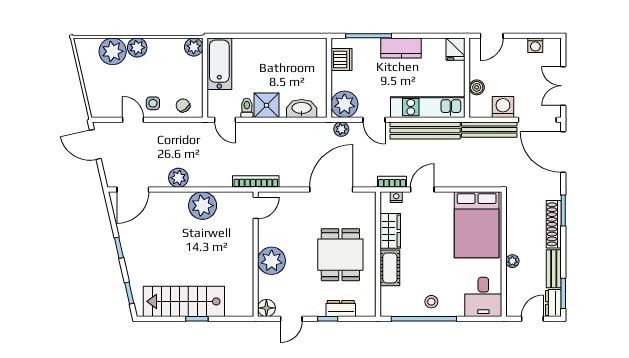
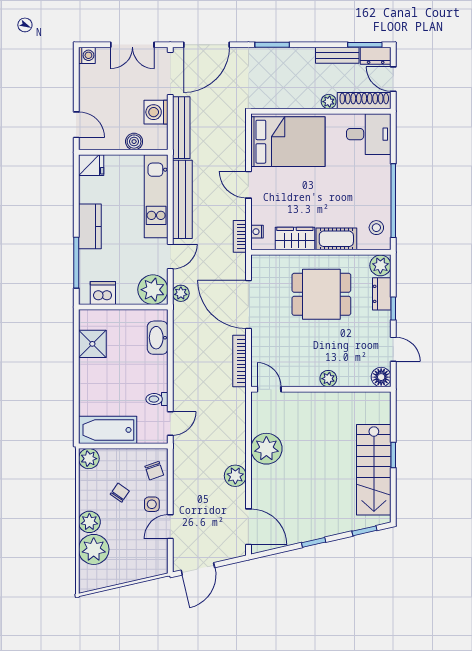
washing machine: (535, 45) -> (87, 55), moved
chair: (163, 75) -> (120, 493), added
chair: (183, 105) -> (154, 471), turned -71
shower: (267, 105) -> (92, 344), moved
bookcase: (256, 182) -> (240, 361), moved
door: (422, 190) -> (248, 185), moved
shoe rack: (554, 224) -> (364, 101), moved, turned 180
plant: (272, 261) -> (328, 379), width x0.53, depth x0.53
stool: (431, 302) -> (376, 228), moved
plant: (366, 307) -> (380, 265), added

